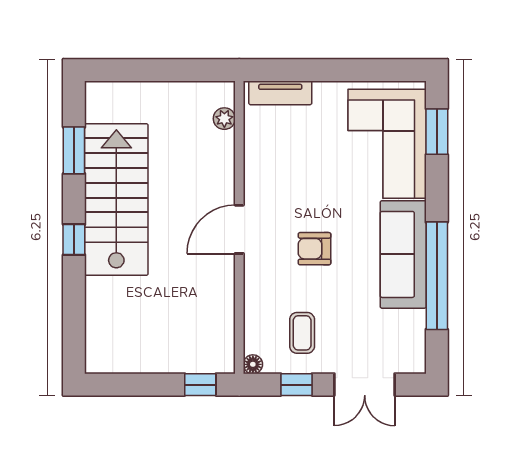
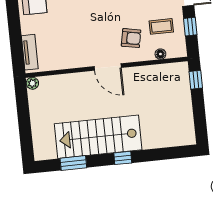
plant: (224, 119) -> (32, 83), moved
armchair: (315, 249) -> (131, 38), moved, turned -79
floor lamp: (253, 364) -> (160, 54), moved

